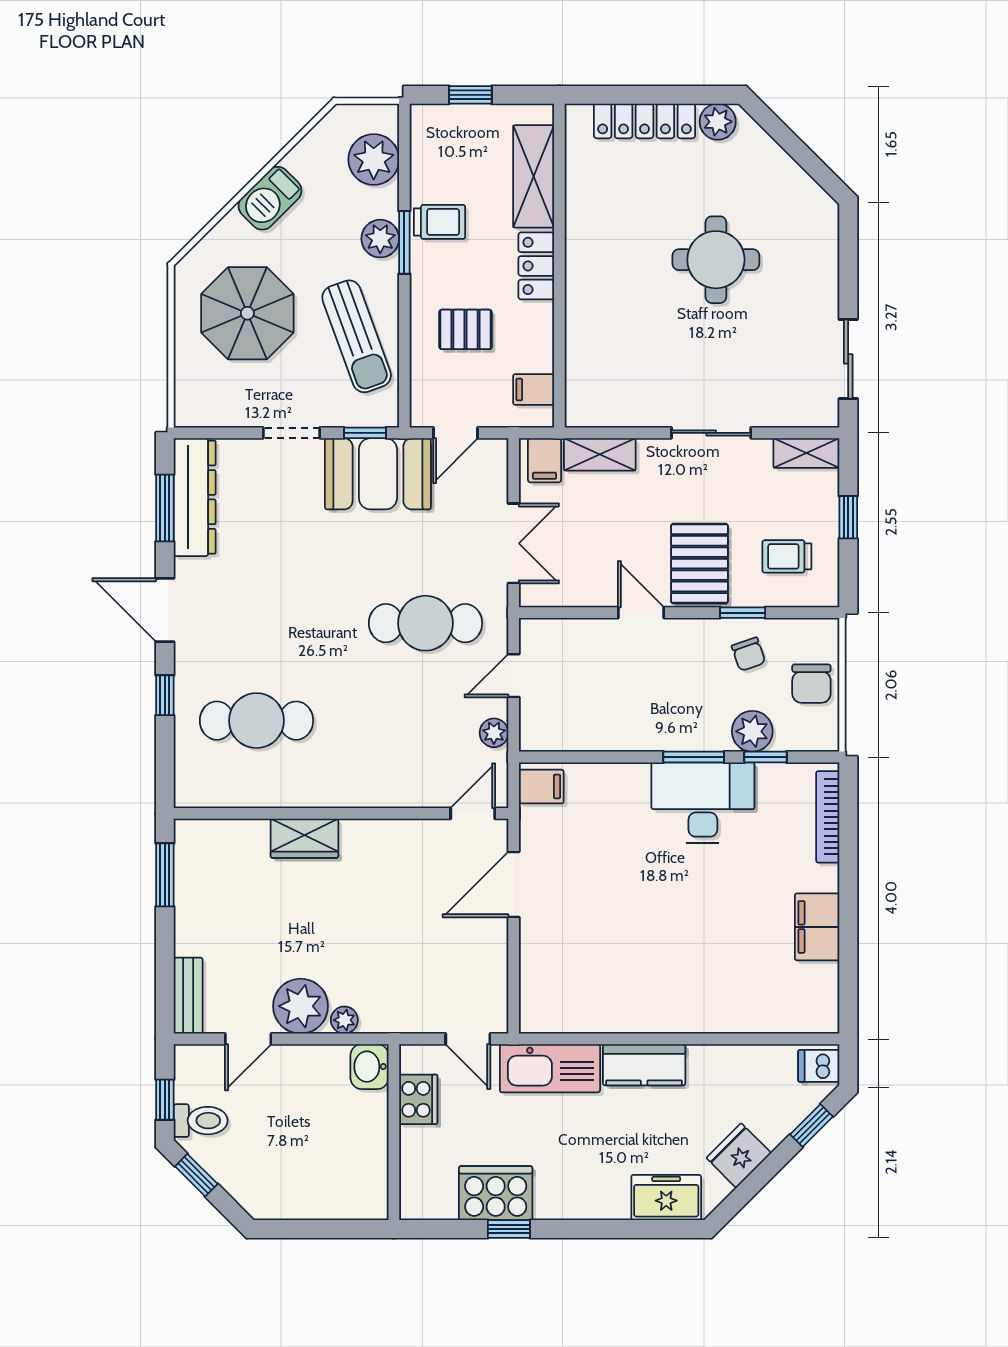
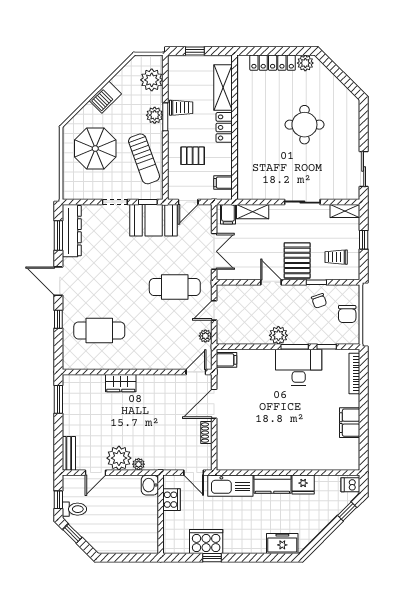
plant: (752, 731) -> (278, 335), moved
shoe rack: (496, 949) -> (206, 433), added
fridge: (739, 1155) -> (303, 485), moved, turned -135

